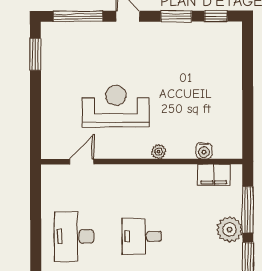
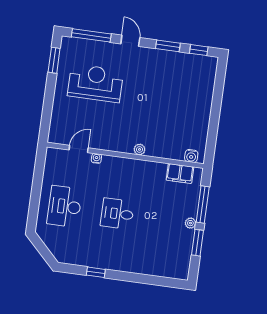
reception desk: (116, 106) -> (95, 83), moved
water cooler: (204, 151) -> (191, 156), moved
water cooler: (106, 170) -> (96, 158), added
plant: (230, 229) -> (190, 223), width x0.53, depth x0.53

